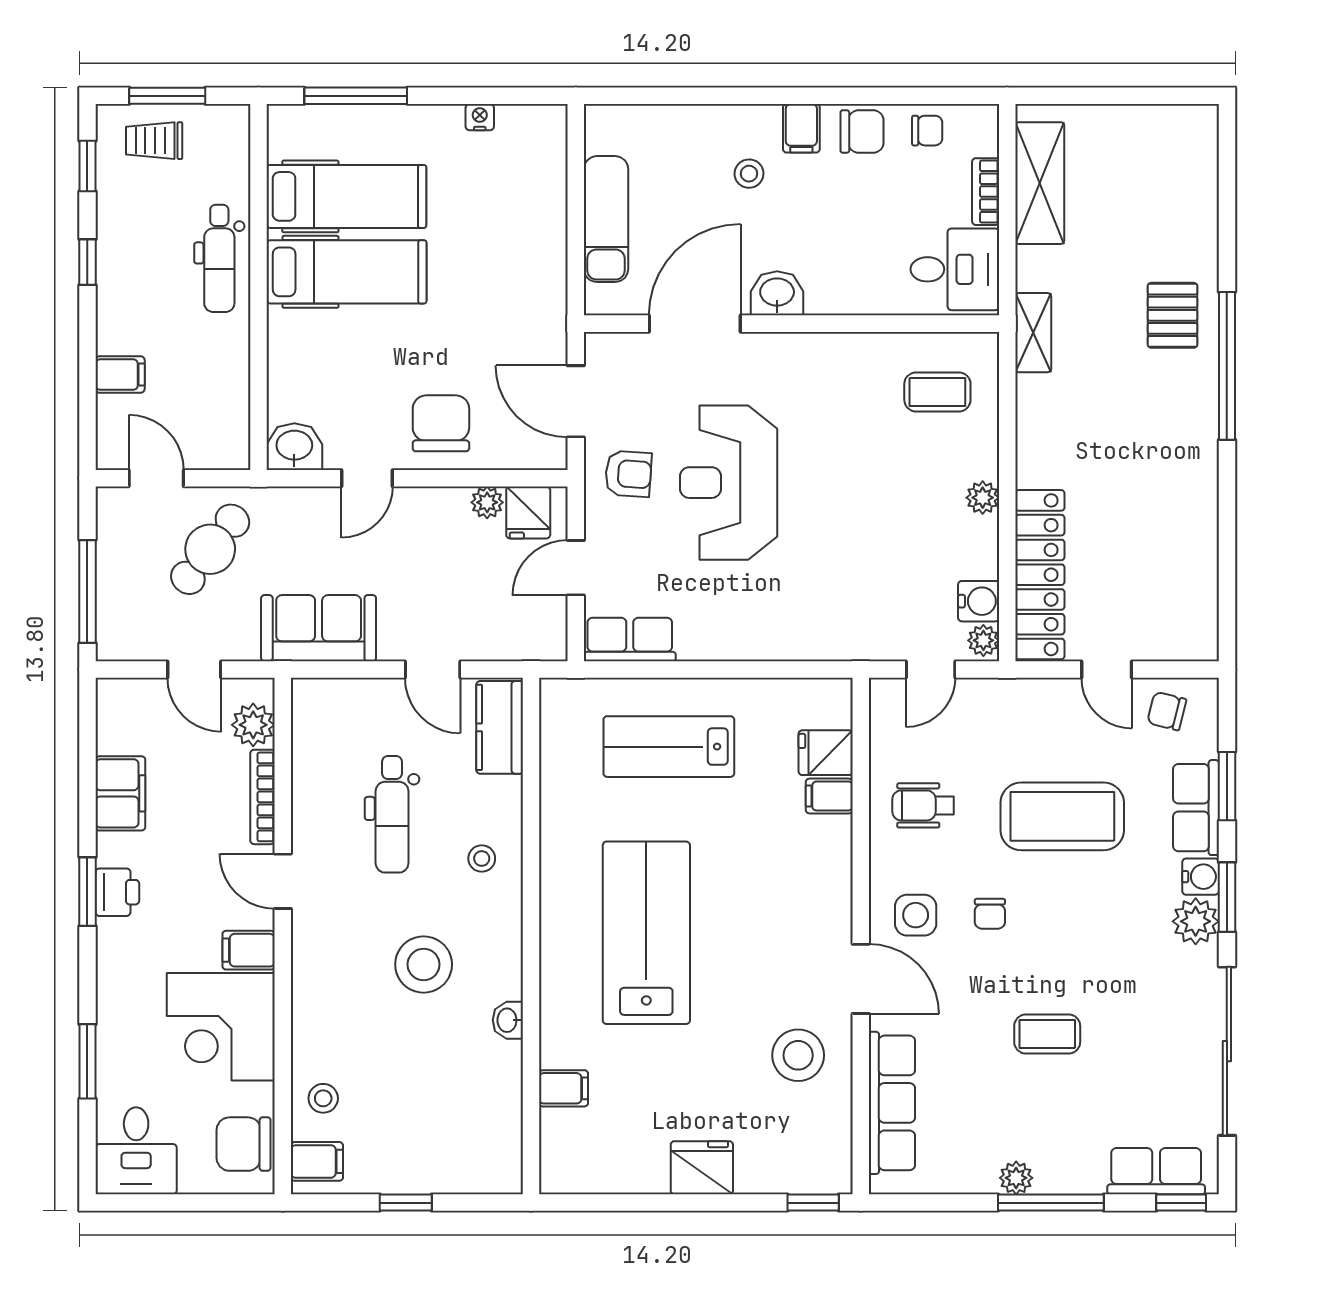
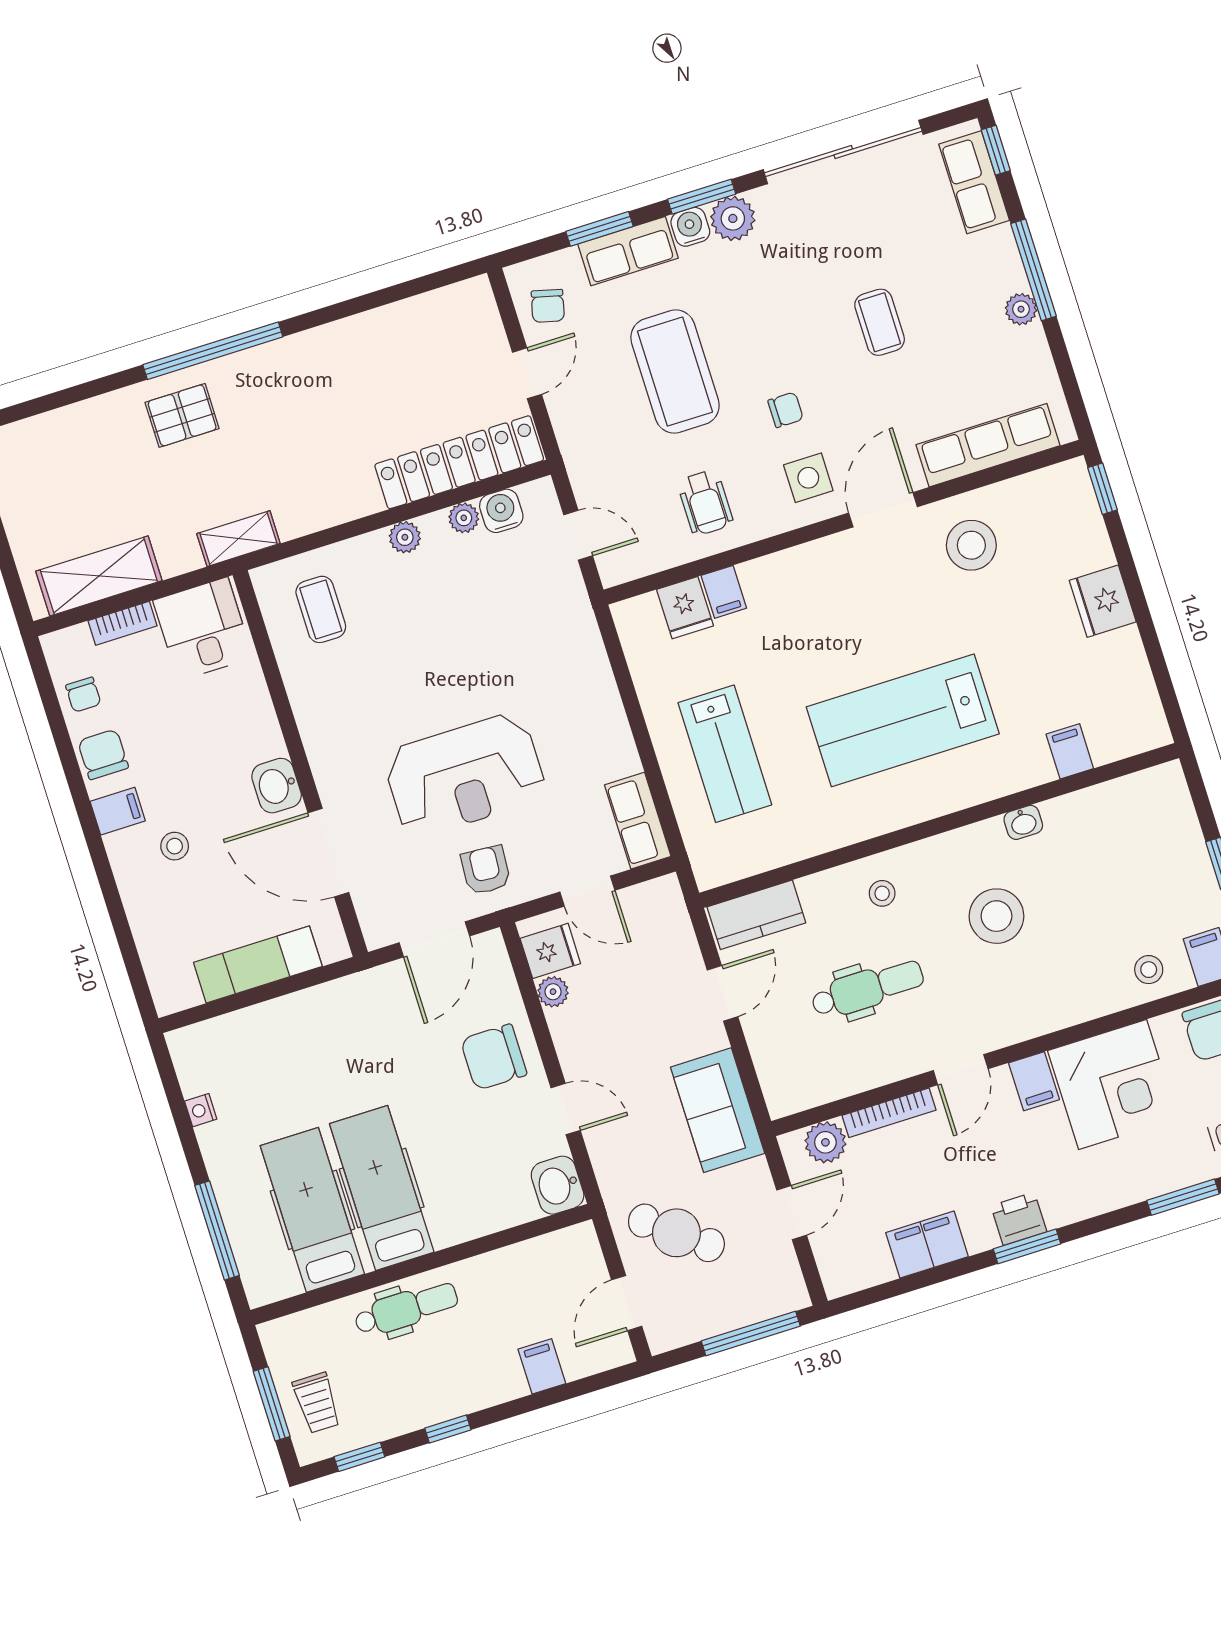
chair: (927, 131) -> (83, 695), turned 180
plant: (983, 640) -> (464, 518), moved

